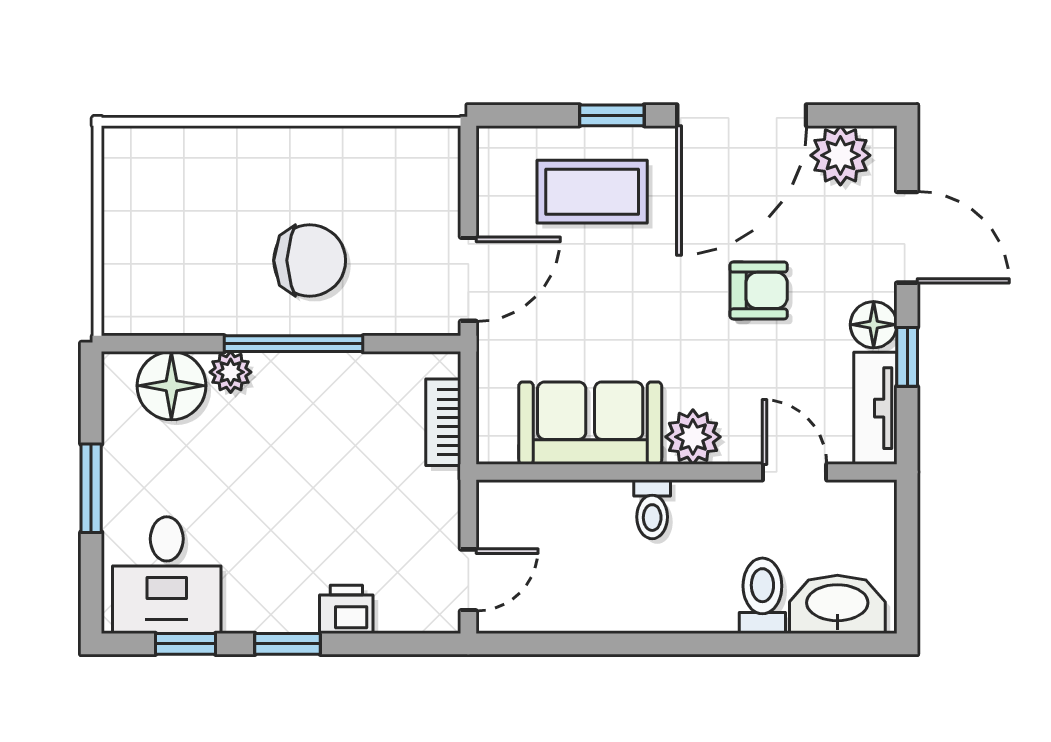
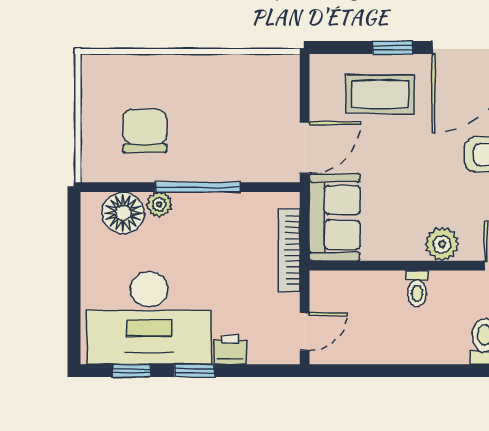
chair: (310, 260) -> (145, 131), moved, turned -90
bookcase: (443, 422) -> (289, 250), width x1.56
sofa: (590, 423) -> (335, 217), moved, turned 90
window: (91, 488) -> (74, 275), removed
desk: (167, 575) -> (149, 318), width x1.87, depth x1.30

